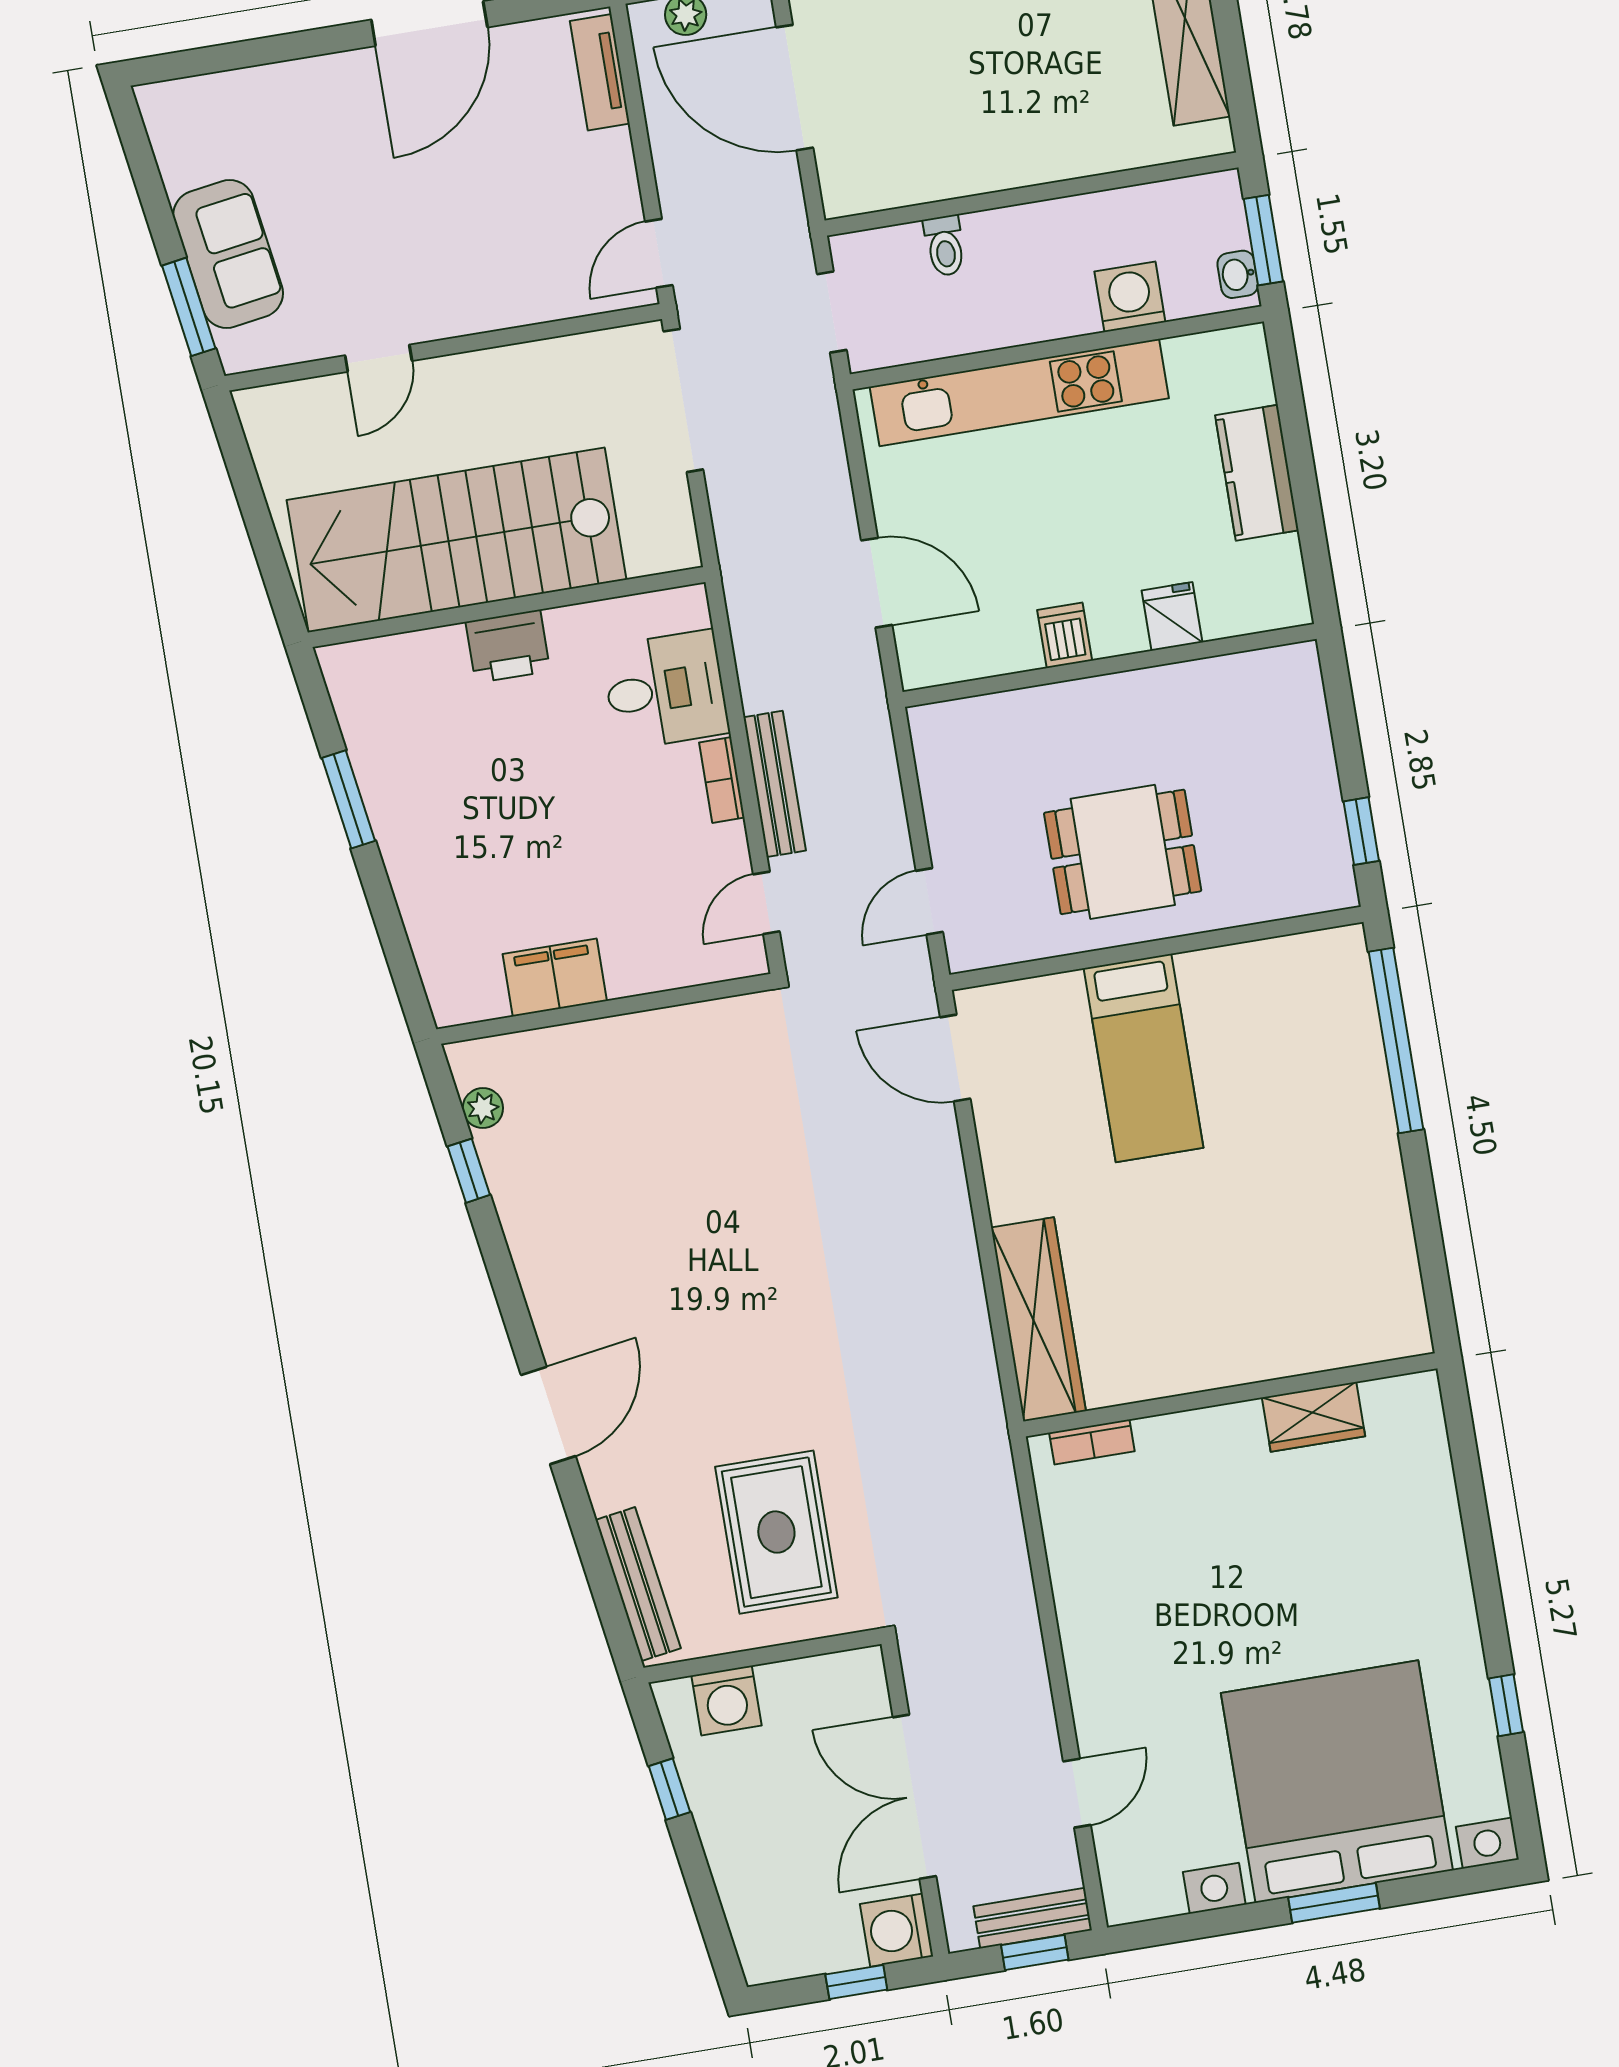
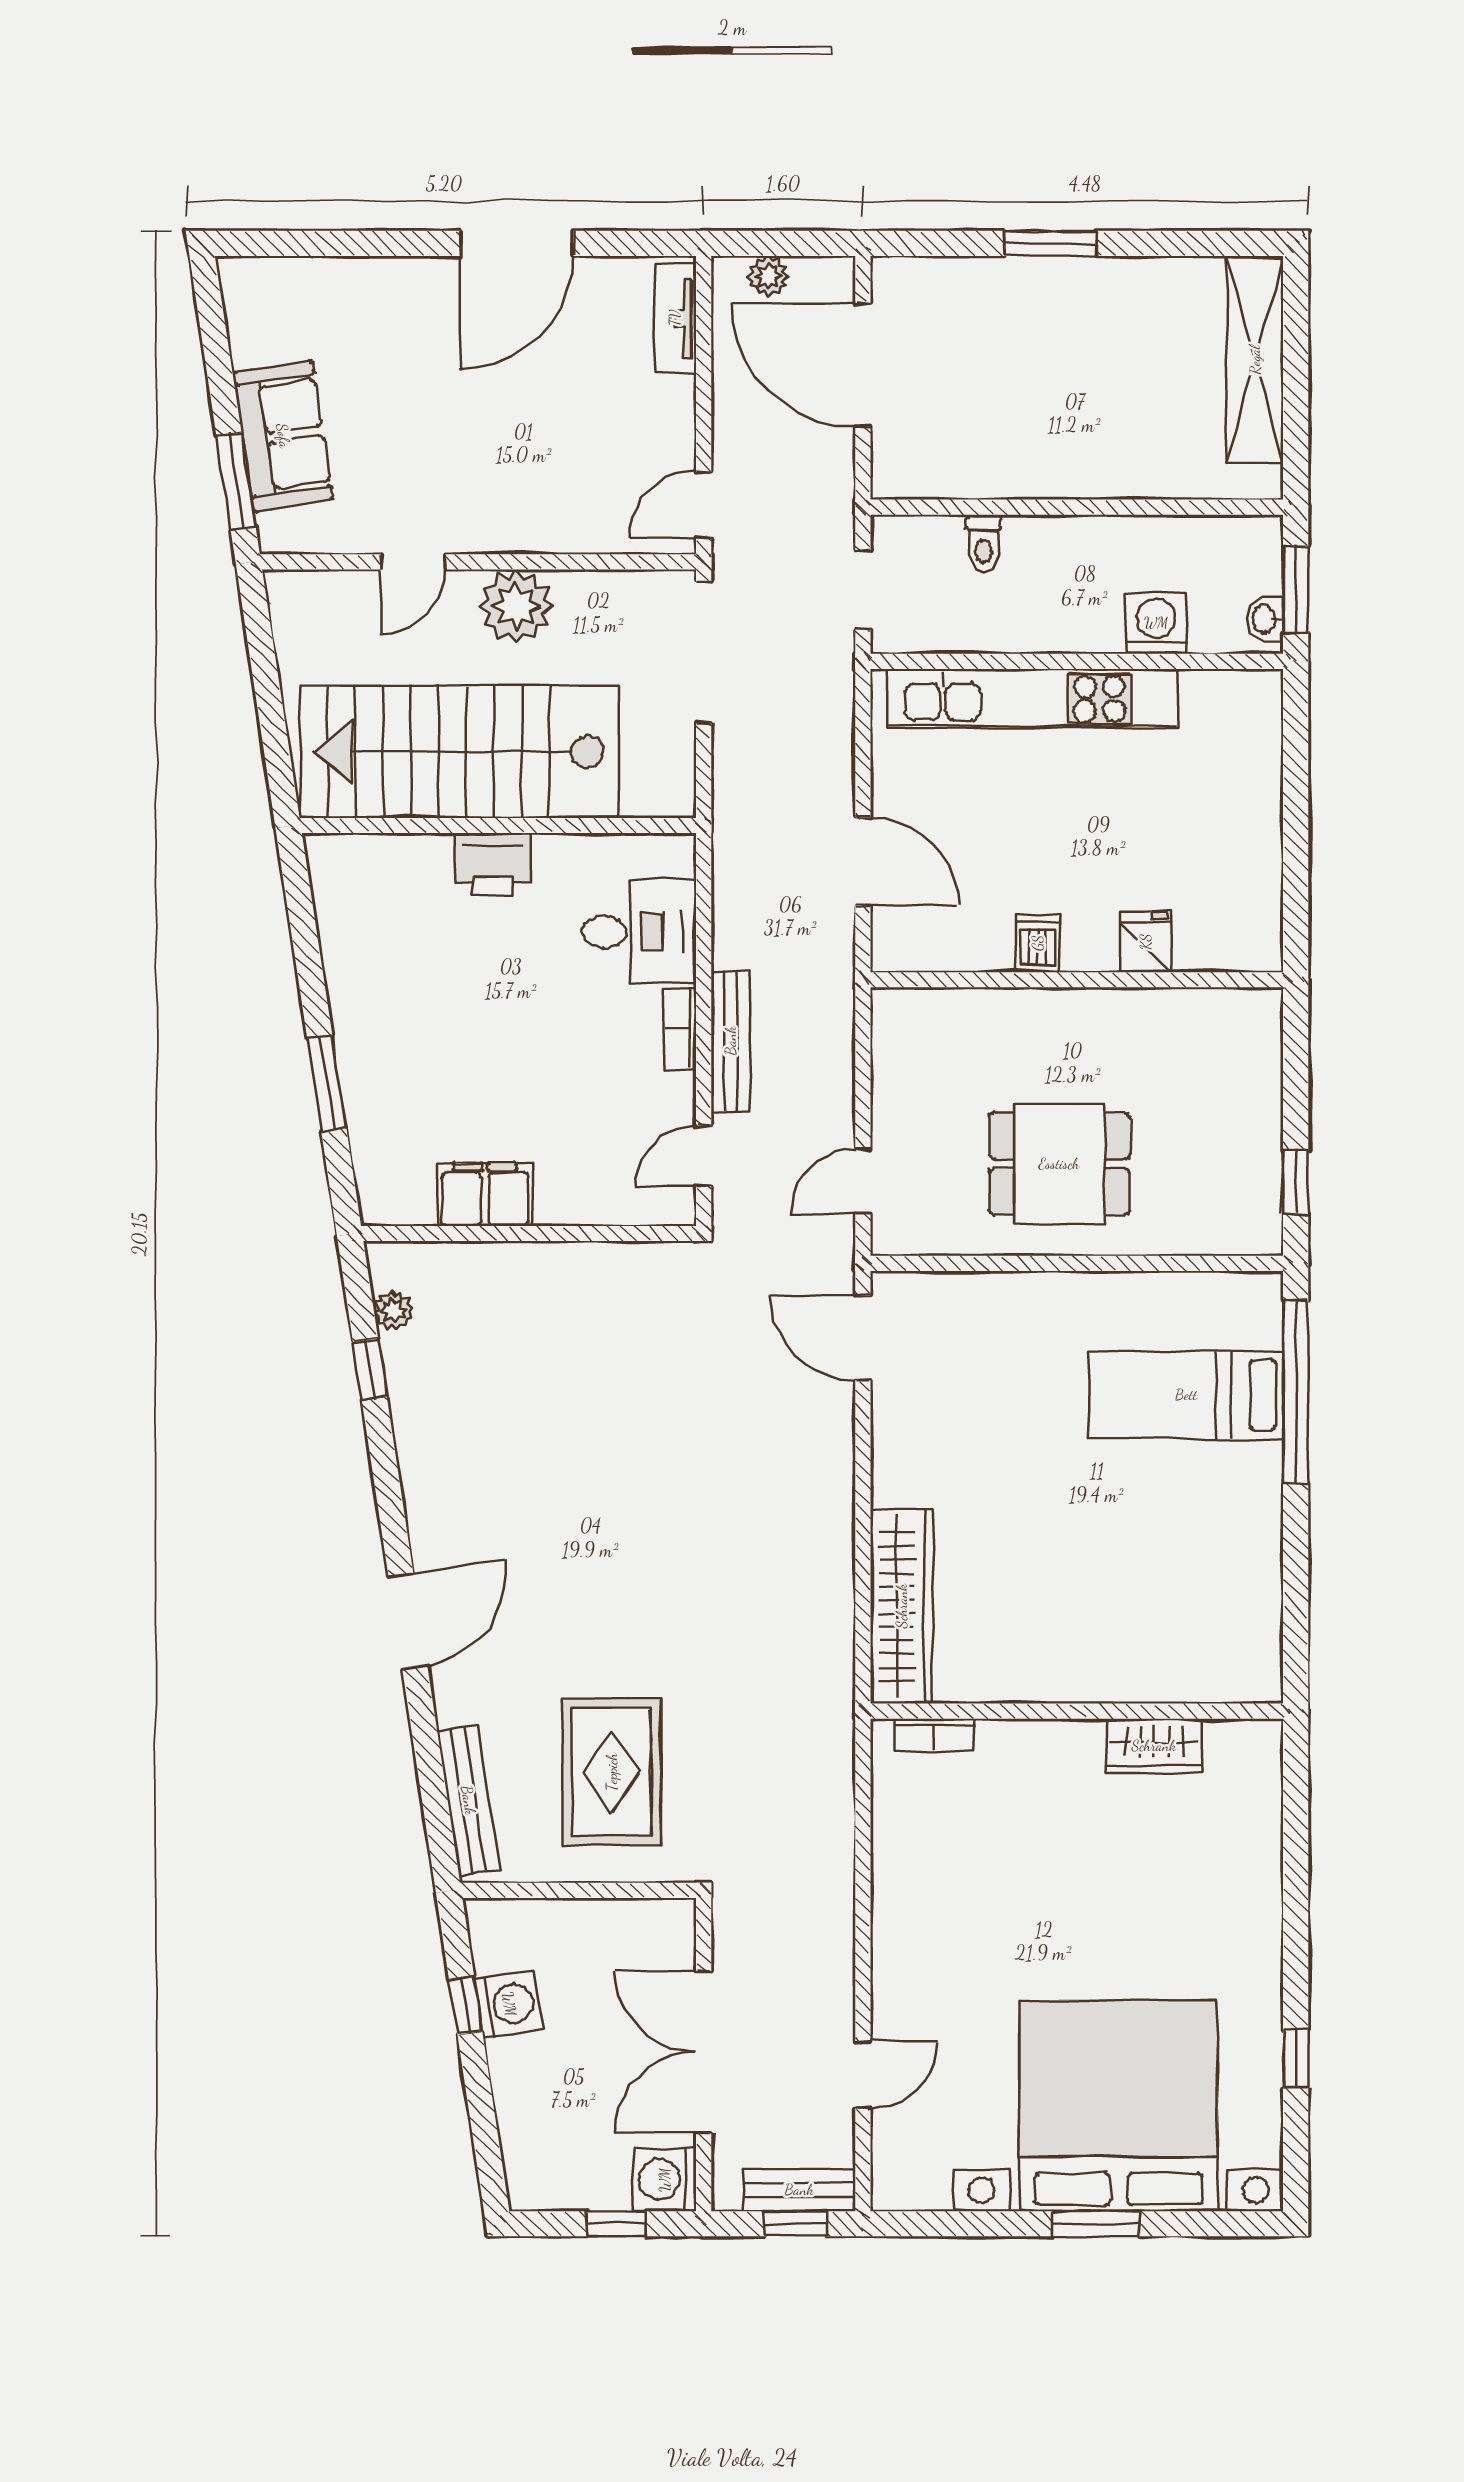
plant: (489, 386) -> (516, 606), added
kitchen counter: (1257, 473) -> (1252, 816), removed
window: (348, 799) -> (327, 1083), moved
bed: (1144, 1058) -> (1186, 1395), moved, turned 90
washing machine: (727, 1700) -> (509, 2004), moved, turned -99

